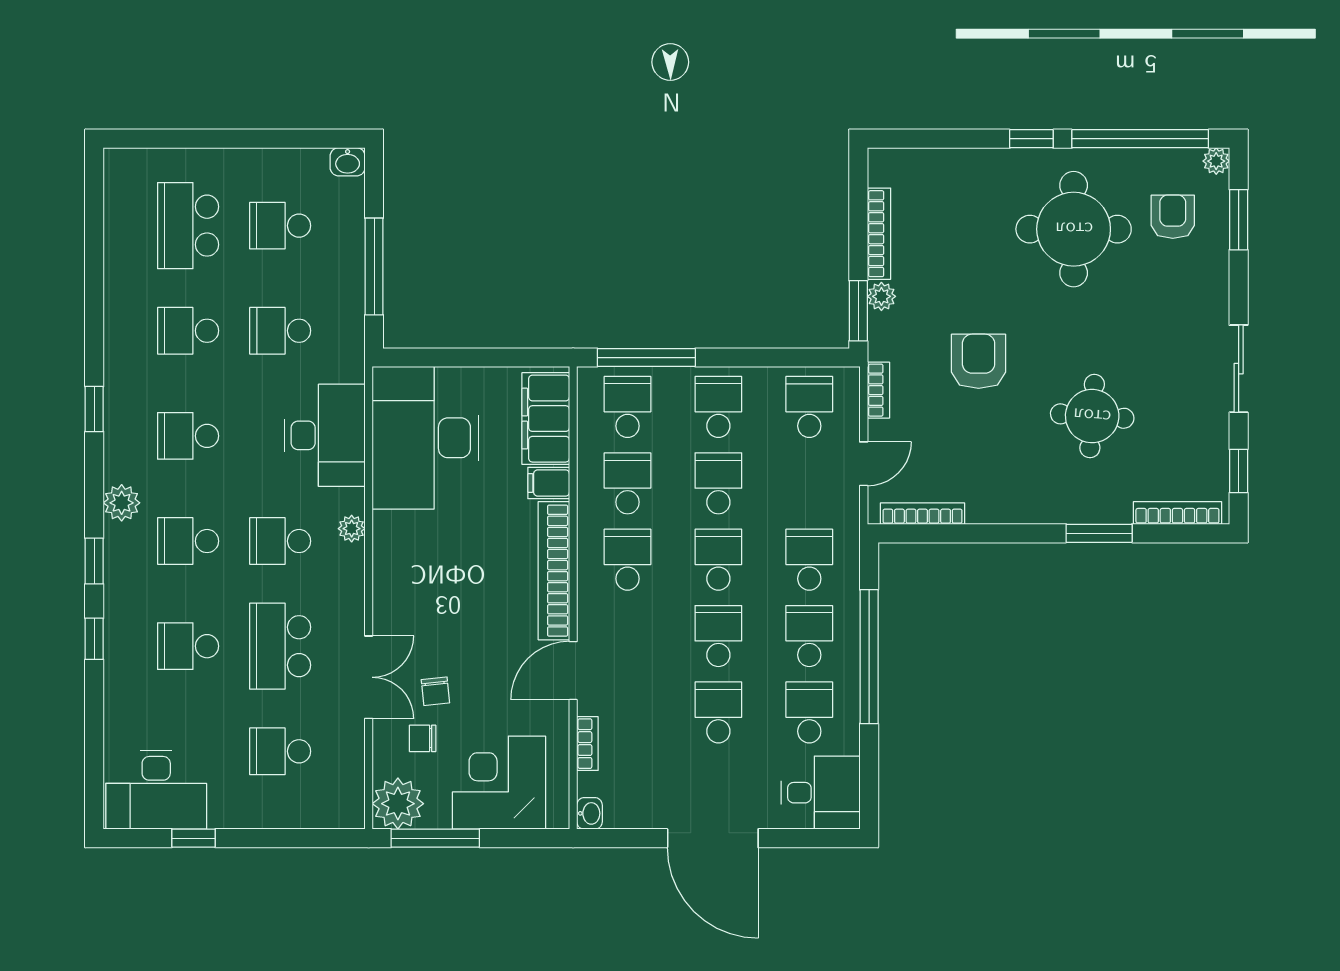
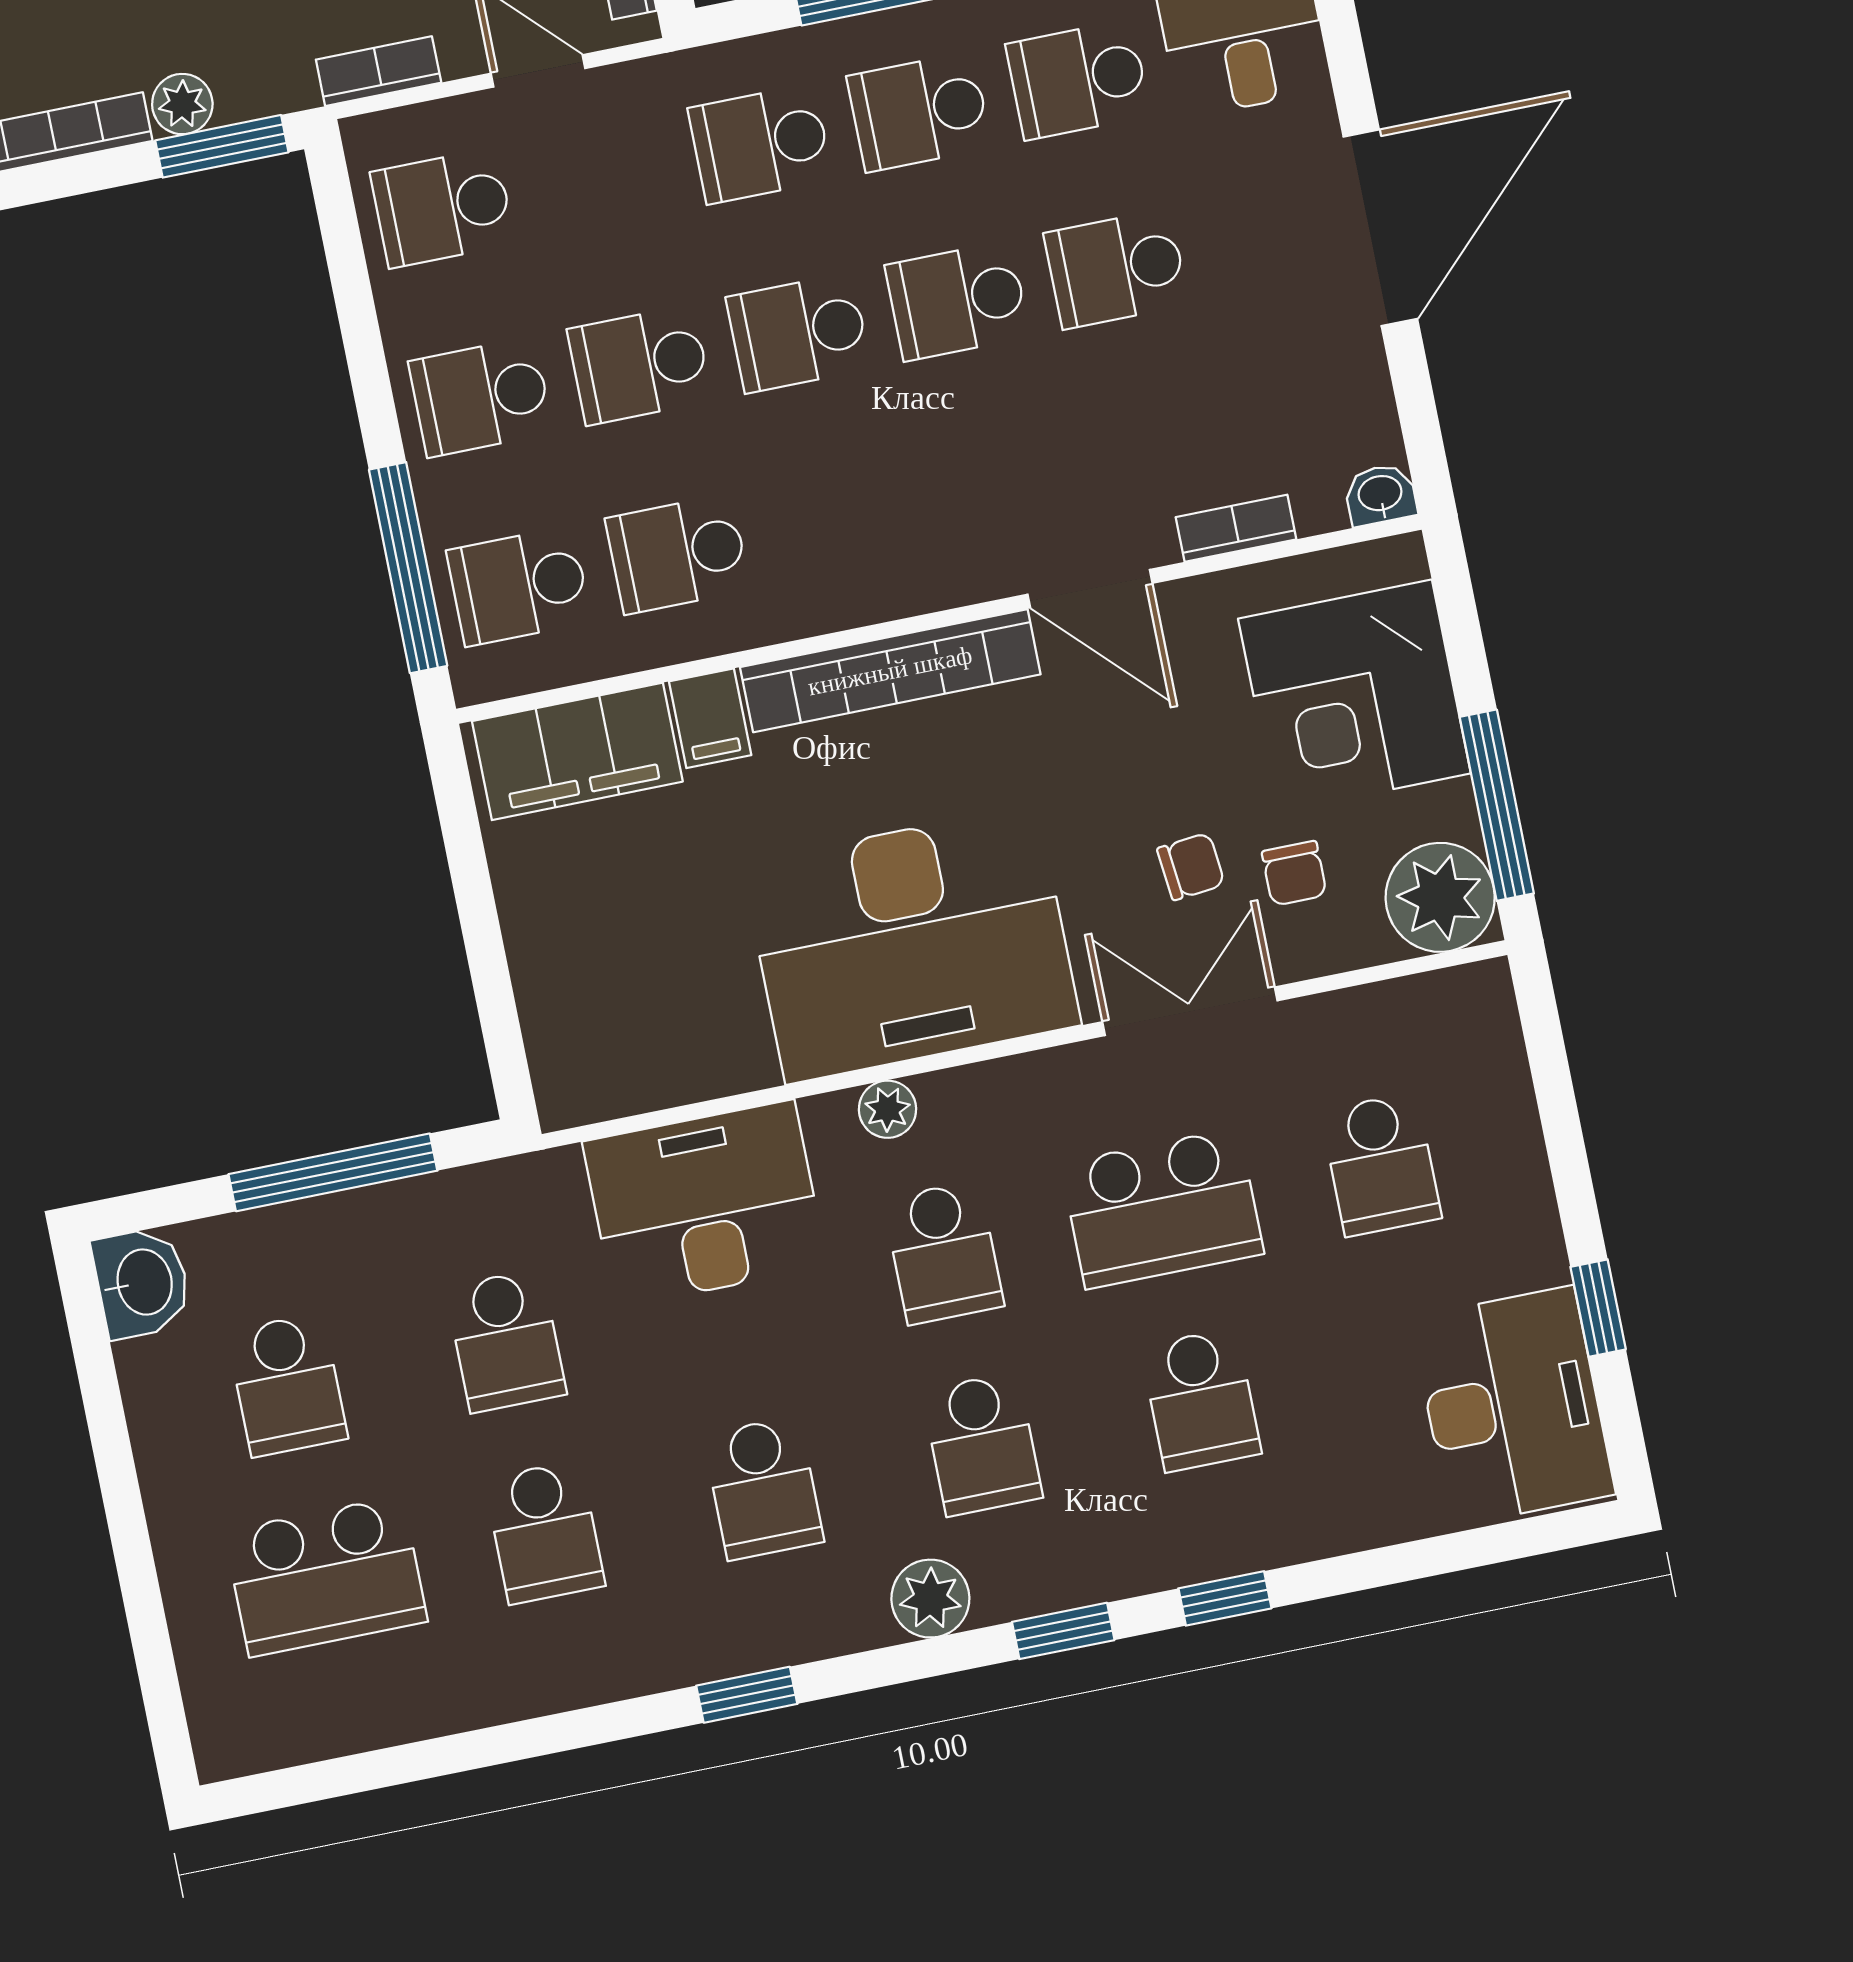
washbasin: (348, 162) -> (142, 1283), width x1.38, depth x1.45
desk: (426, 438) -> (911, 944), moved
school desk: (628, 560) -> (837, 522), removed

